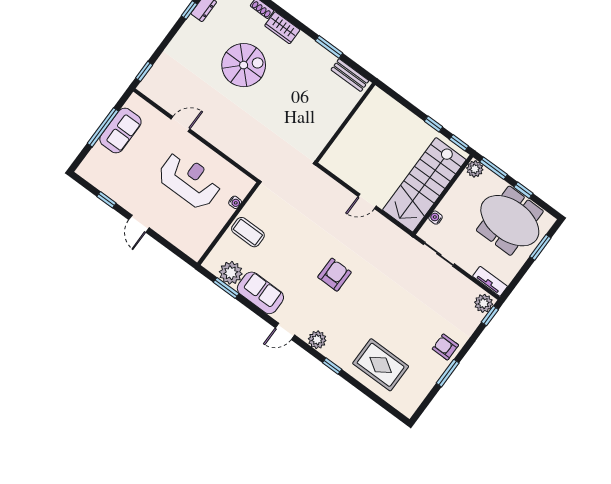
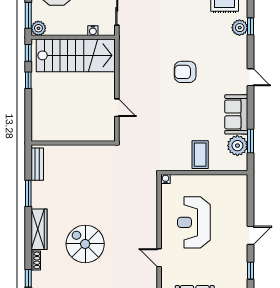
wardrobe: (282, 28) -> (39, 229), width x1.50
door: (367, 201) -> (117, 108), moved
water cooler: (235, 202) -> (166, 179), moved
plant: (317, 340) -> (240, 28), moved

